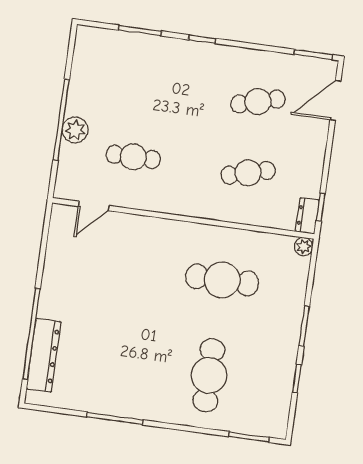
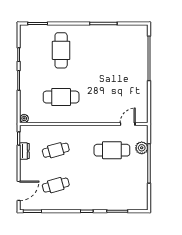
plant: (75, 130) -> (142, 148), moved
cafe table: (133, 157) -> (112, 150), width x1.37, depth x1.35
dresser: (307, 216) -> (24, 151), moved
dresser: (44, 355) -> (142, 49), removed

